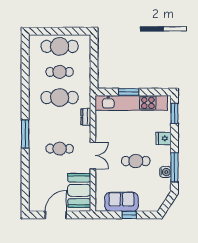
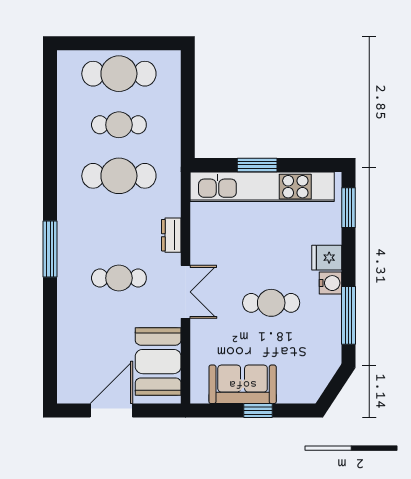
dresser: (86, 117) -> (171, 235), moved
water cooler: (165, 172) -> (330, 283), moved

